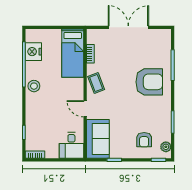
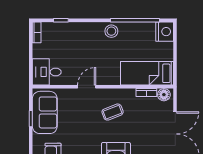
floor lamp: (92, 38) -> (164, 95), added
nightstand: (33, 52) -> (165, 32), moved, turned 90
coffee table: (96, 83) -> (113, 112), moved
sofa: (98, 139) -> (45, 112), moved, turned -90

